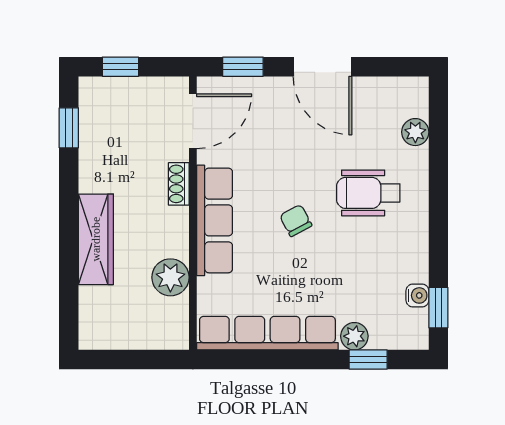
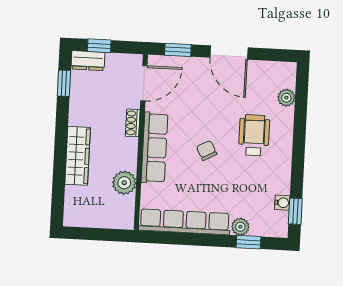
dresser: (104, 91) -> (88, 61), added
wheelchair: (368, 193) -> (254, 135), turned 90

